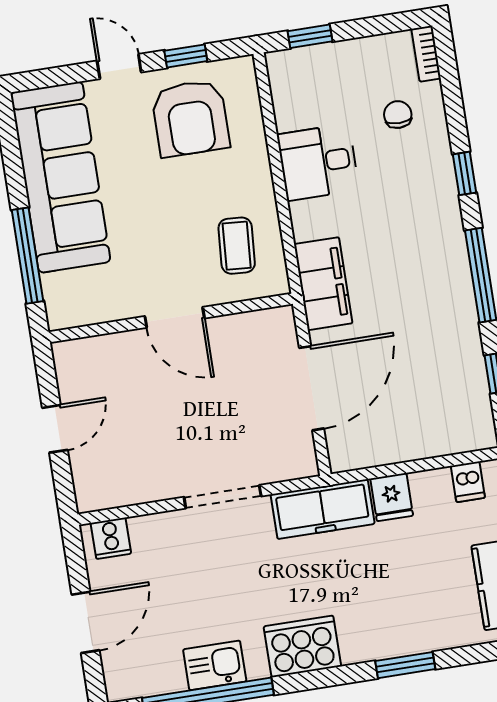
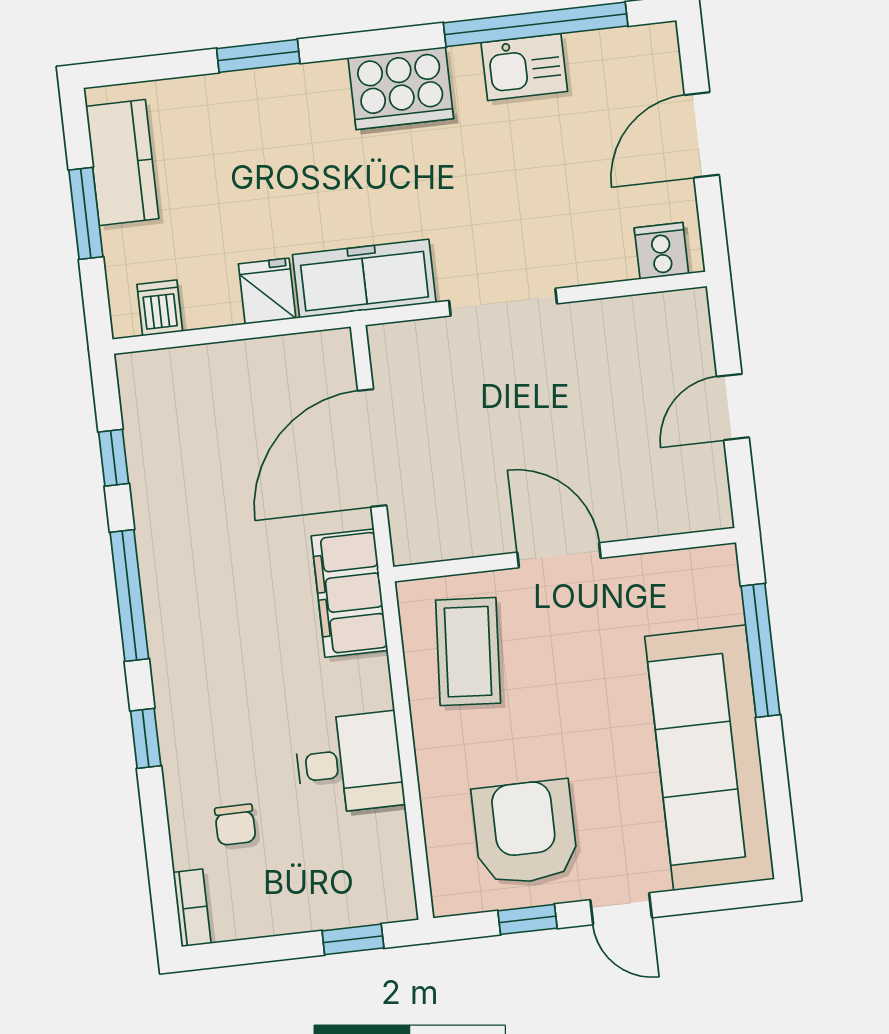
coffee table: (237, 246) -> (468, 652), width x1.36, depth x1.30

